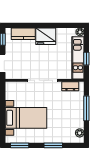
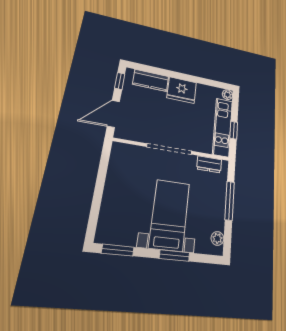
bed with nightstands: (26, 118) -> (170, 215), moved, turned -90

